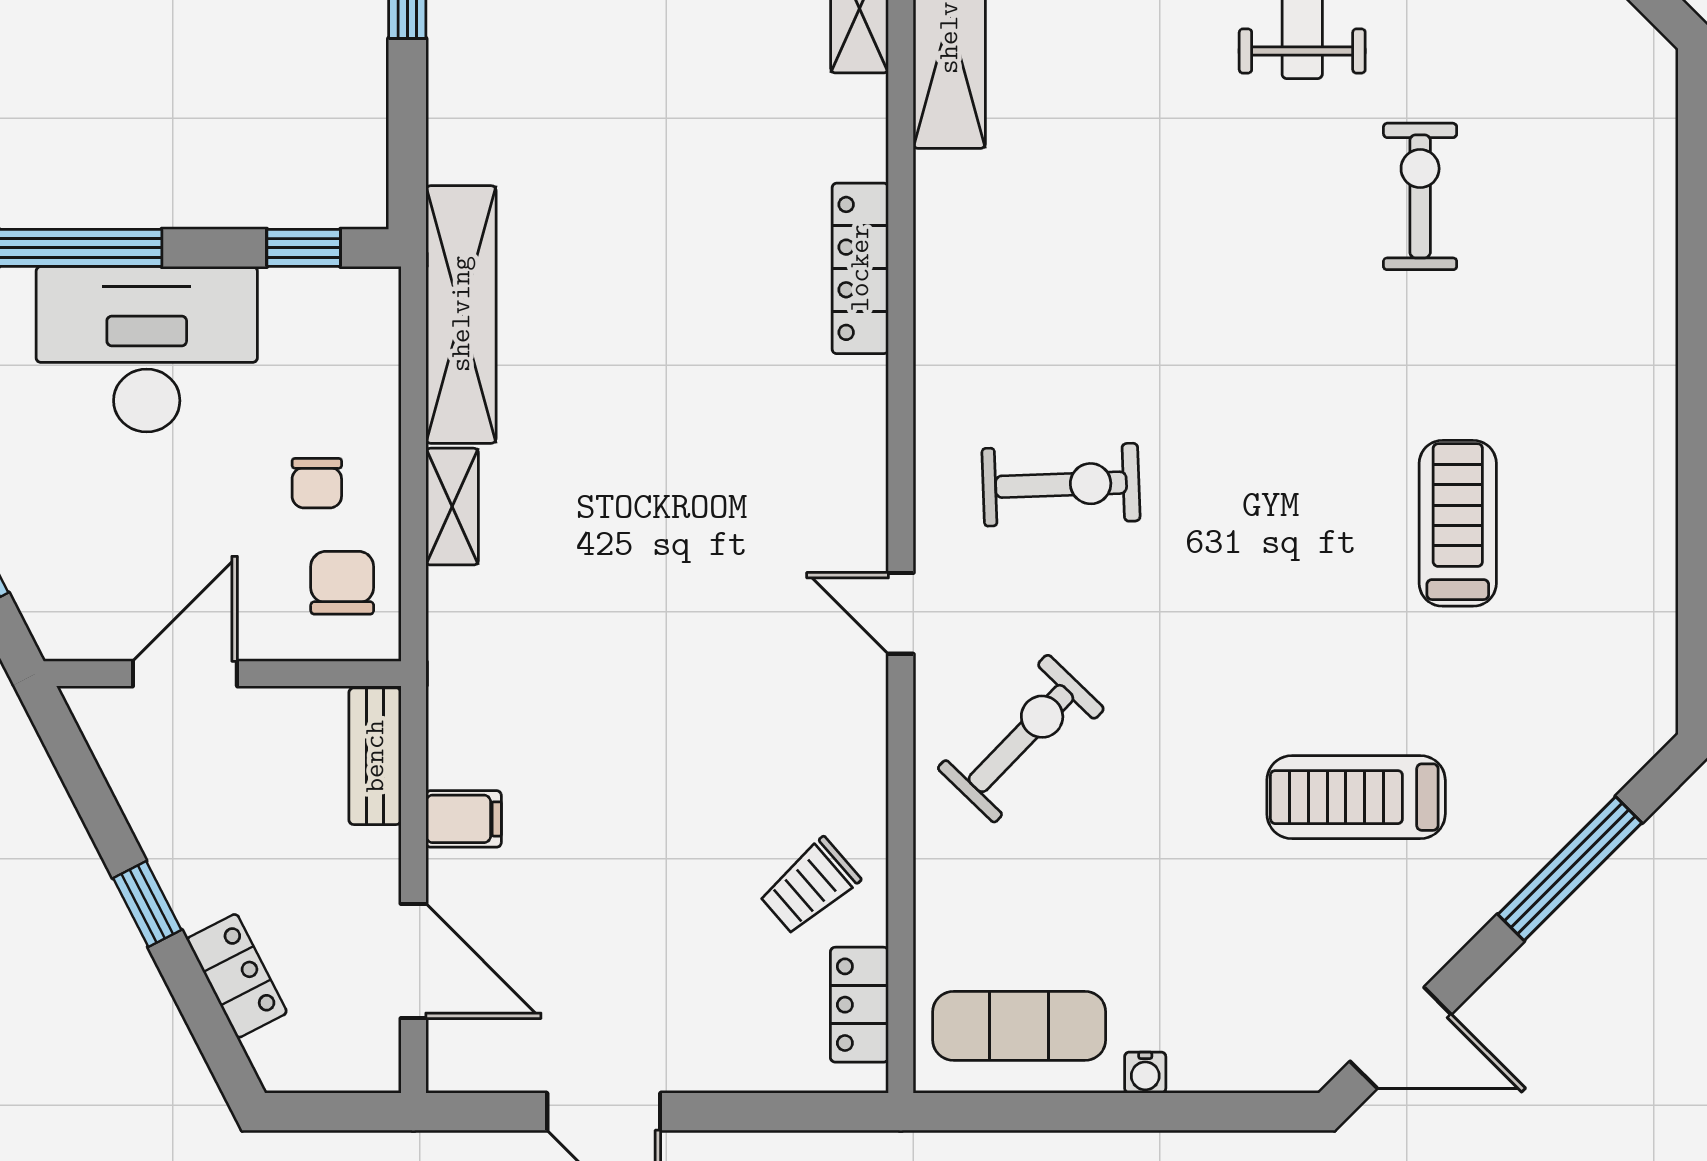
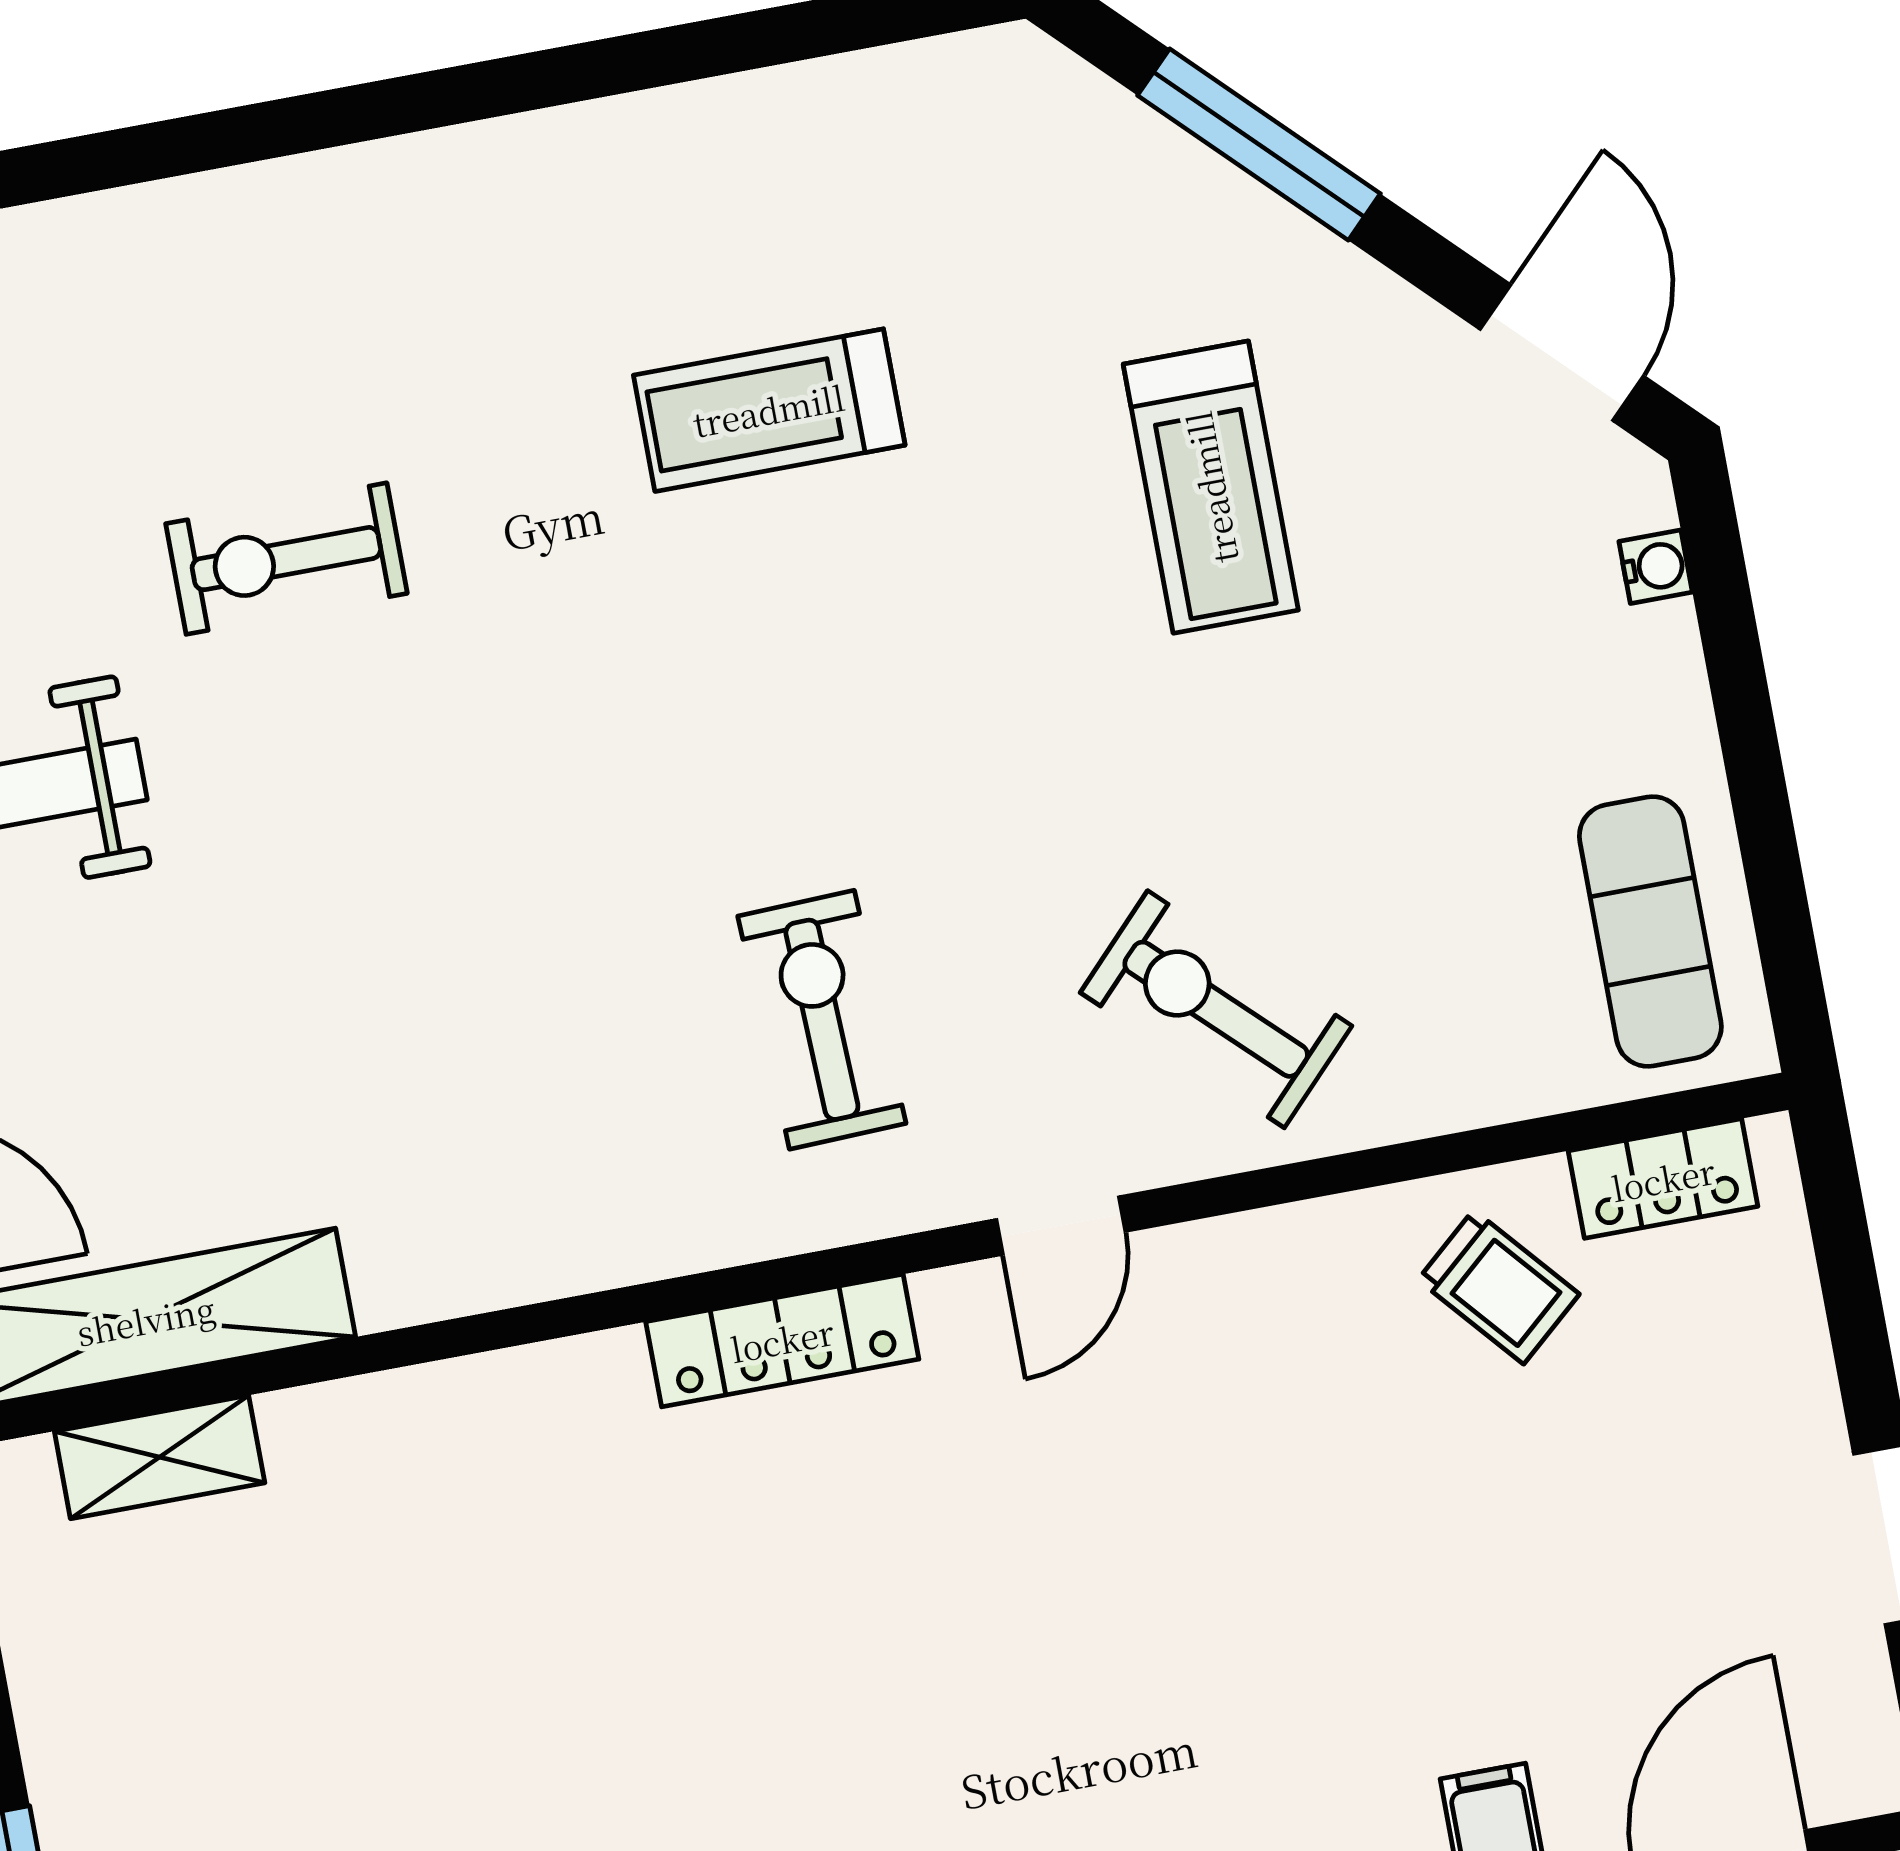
locker: (860, 268) -> (782, 1340), moved
water cooler: (1145, 1073) -> (1656, 567), moved

